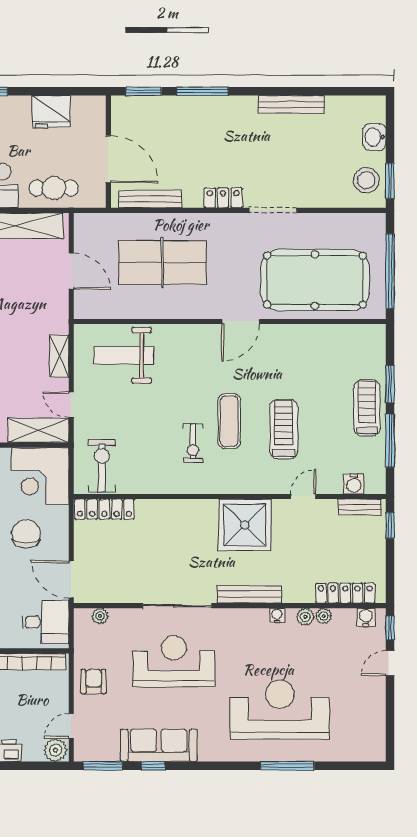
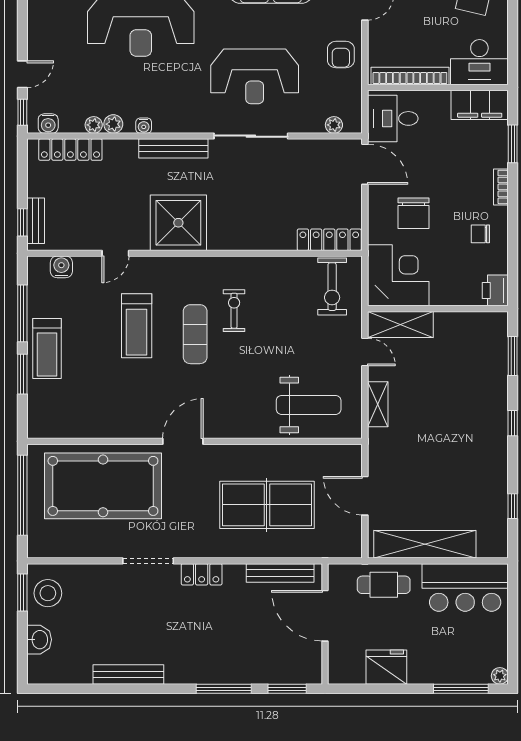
bench: (360, 507) -> (36, 221), moved, turned 90

